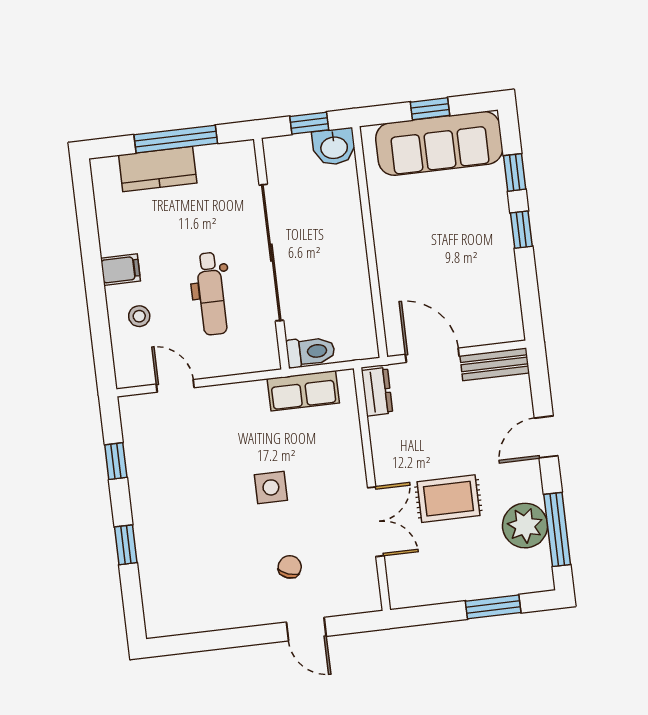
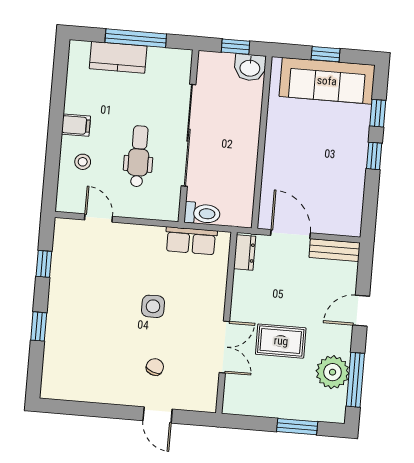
dental chair: (211, 294) -> (139, 156), turned 180

